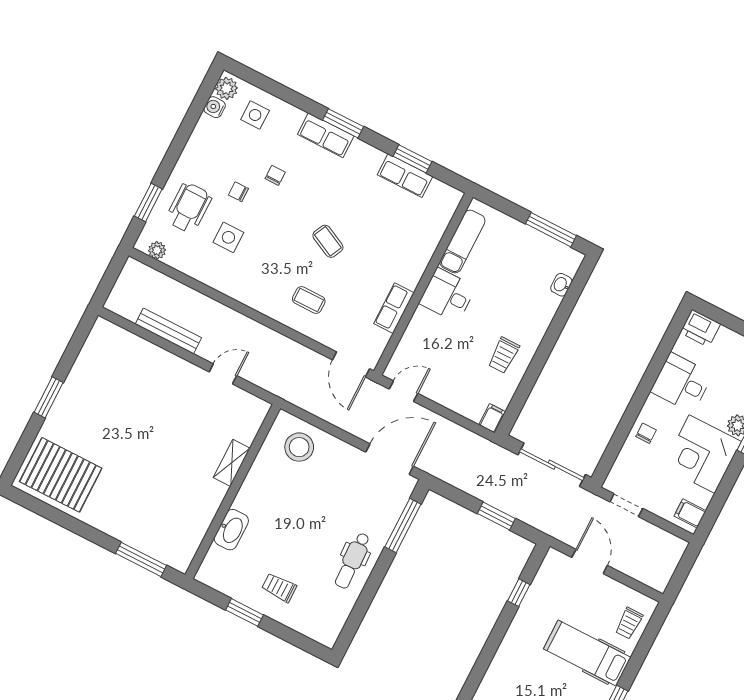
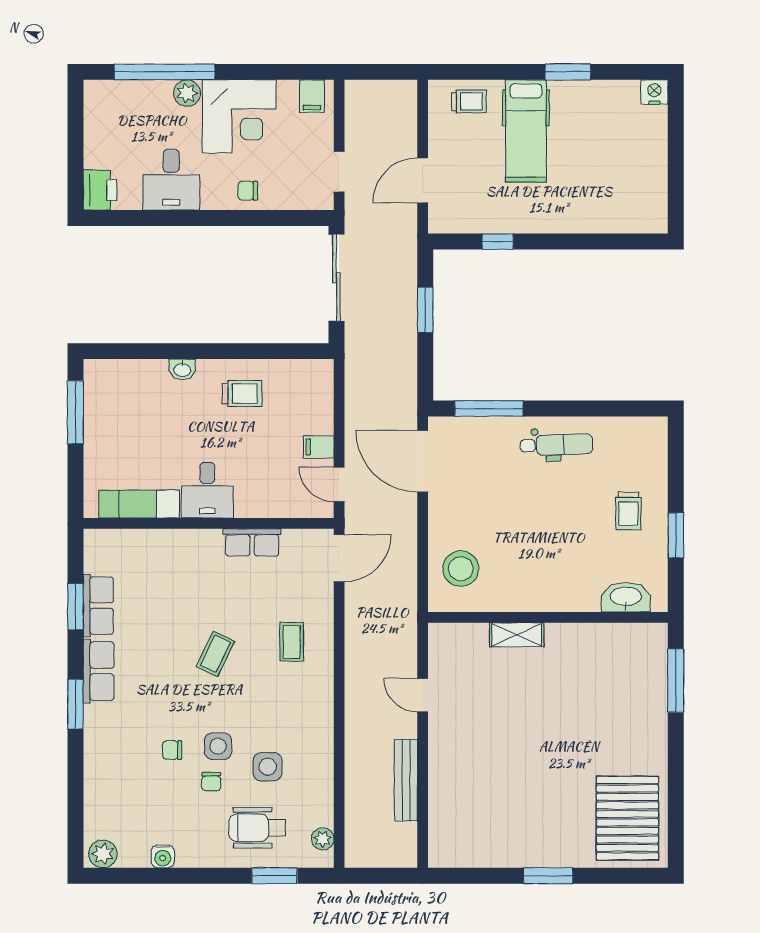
water cooler: (215, 107) -> (163, 856), moved
side table: (255, 115) -> (218, 746), moved
row of seats: (326, 135) -> (99, 671), moved
washbasin: (561, 285) -> (182, 369), moved
filing cabinet: (492, 418) -> (319, 447), moved
washbasin: (231, 530) -> (626, 597), moved

